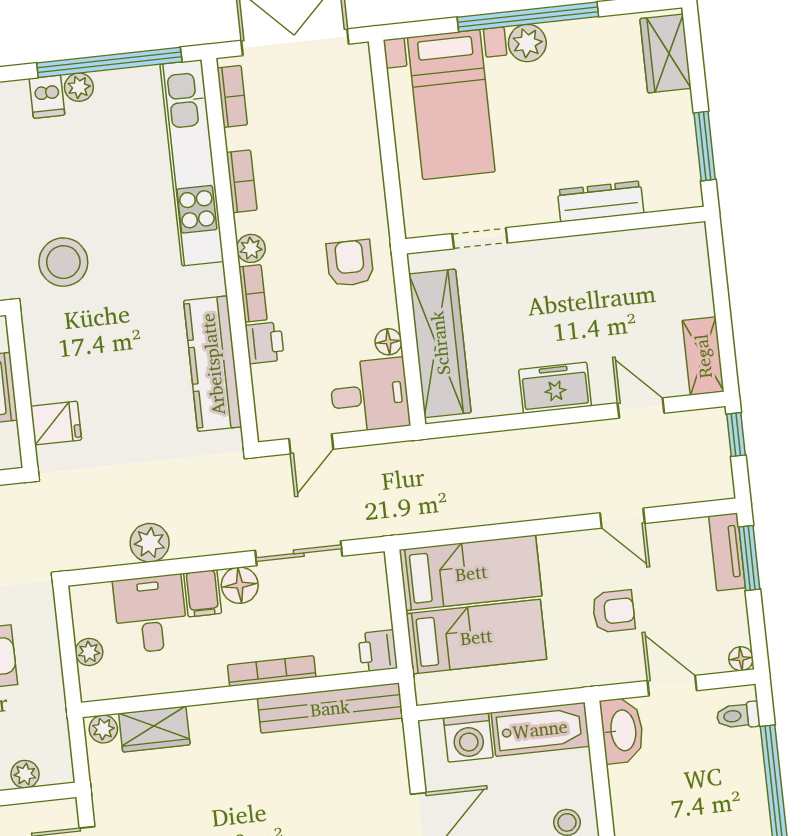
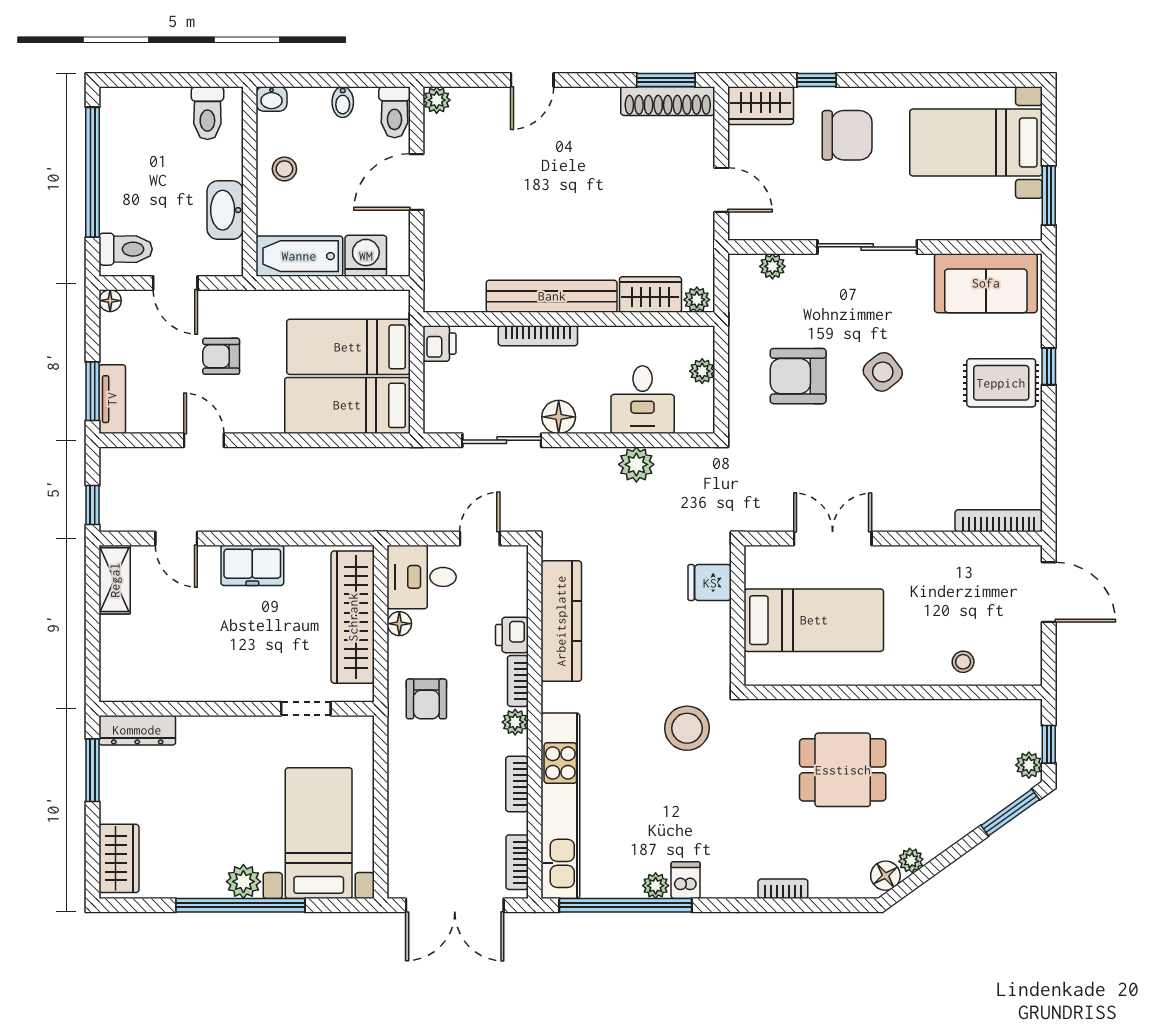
dresser: (601, 201) -> (137, 730), moved
filing cabinet: (203, 593) -> (593, 413), removed
bench: (330, 708) -> (552, 296), moved
toilet: (738, 716) -> (126, 249), width x1.37, depth x1.39
washbasin: (622, 730) -> (225, 210), moved

